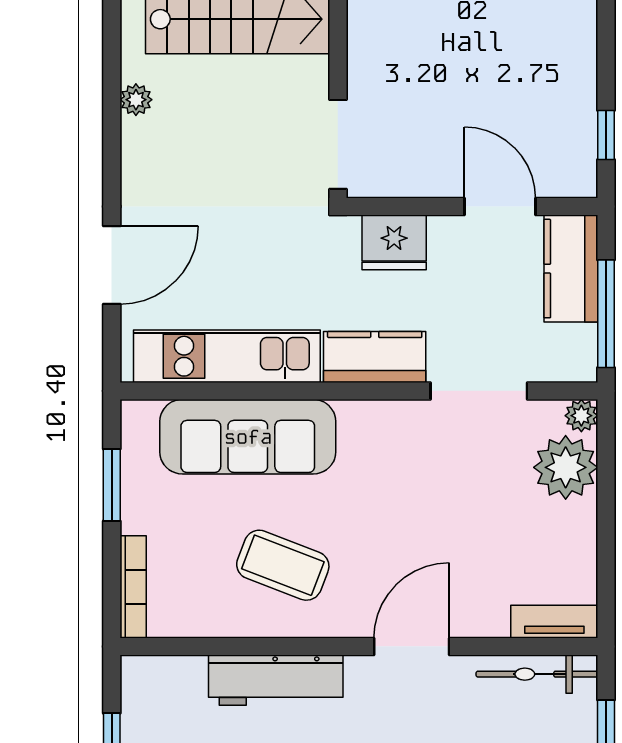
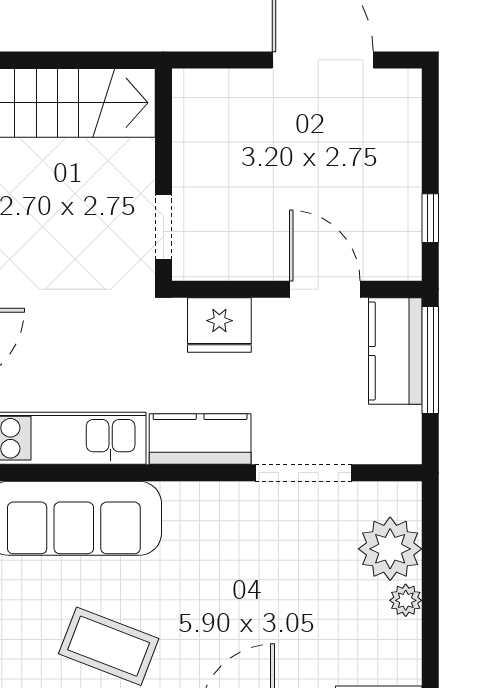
doorway: (338, 144) -> (163, 227), width x0.73
window: (606, 314) -> (430, 360), moved
plant: (581, 416) -> (406, 600), moved

